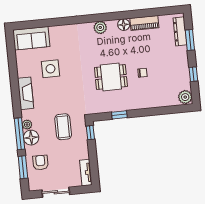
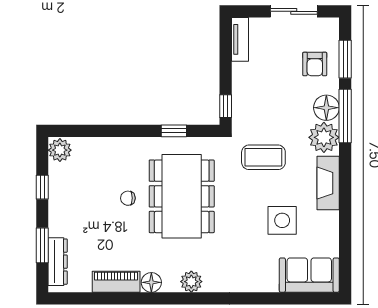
dining table: (111, 77) -> (182, 196), width x1.88, depth x1.24
plant: (27, 125) -> (324, 137), width x1.88, depth x1.88
coffee table: (63, 127) -> (263, 157), moved, turned 90

